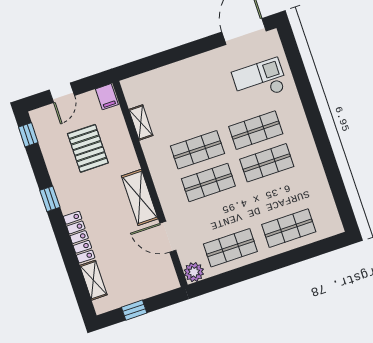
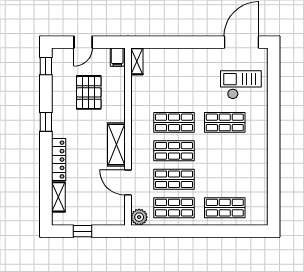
shelving: (141, 123) -> (137, 61), moved
shop shelf: (267, 163) -> (174, 179), moved

